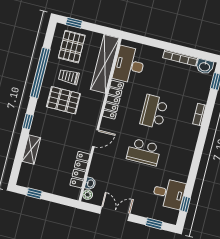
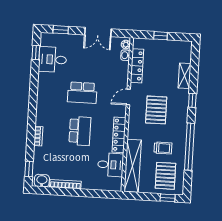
desk: (129, 65) -> (111, 165), width x0.73
pallet: (63, 100) -> (156, 110), moved, turned 90
school desk: (144, 152) -> (82, 93), turned 180
window: (34, 193) -> (161, 36), moved

